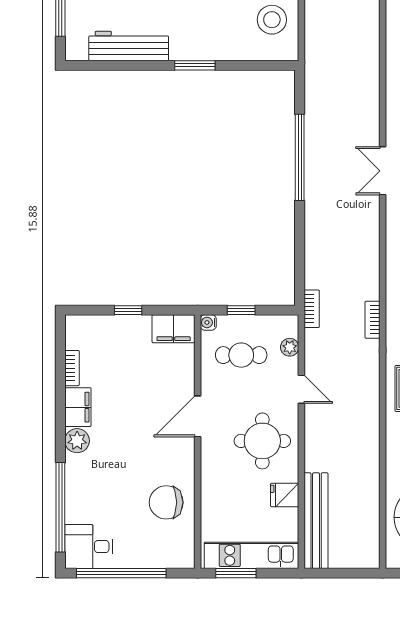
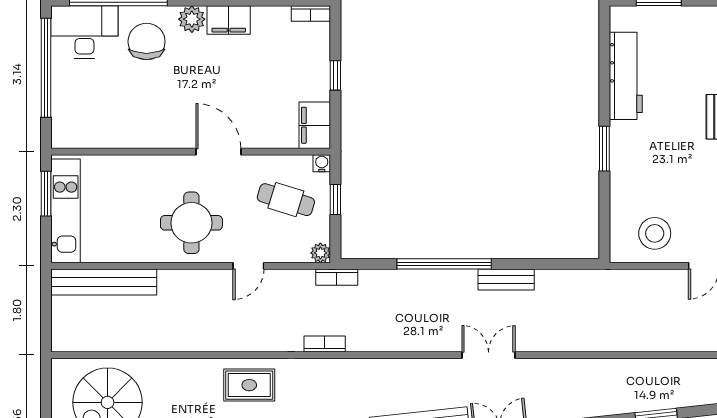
bench: (314, 155) -> (506, 279), added
window: (300, 157) -> (444, 264), moved
plant: (290, 347) -> (320, 253), moved
cafe table: (241, 355) -> (286, 200), turned -73
bookcase: (72, 368) -> (311, 14), moved
fridge: (285, 495) -> (132, 247), removed
chair: (166, 502) -> (147, 42), moved
desk: (89, 547) -> (84, 32), width x1.37

